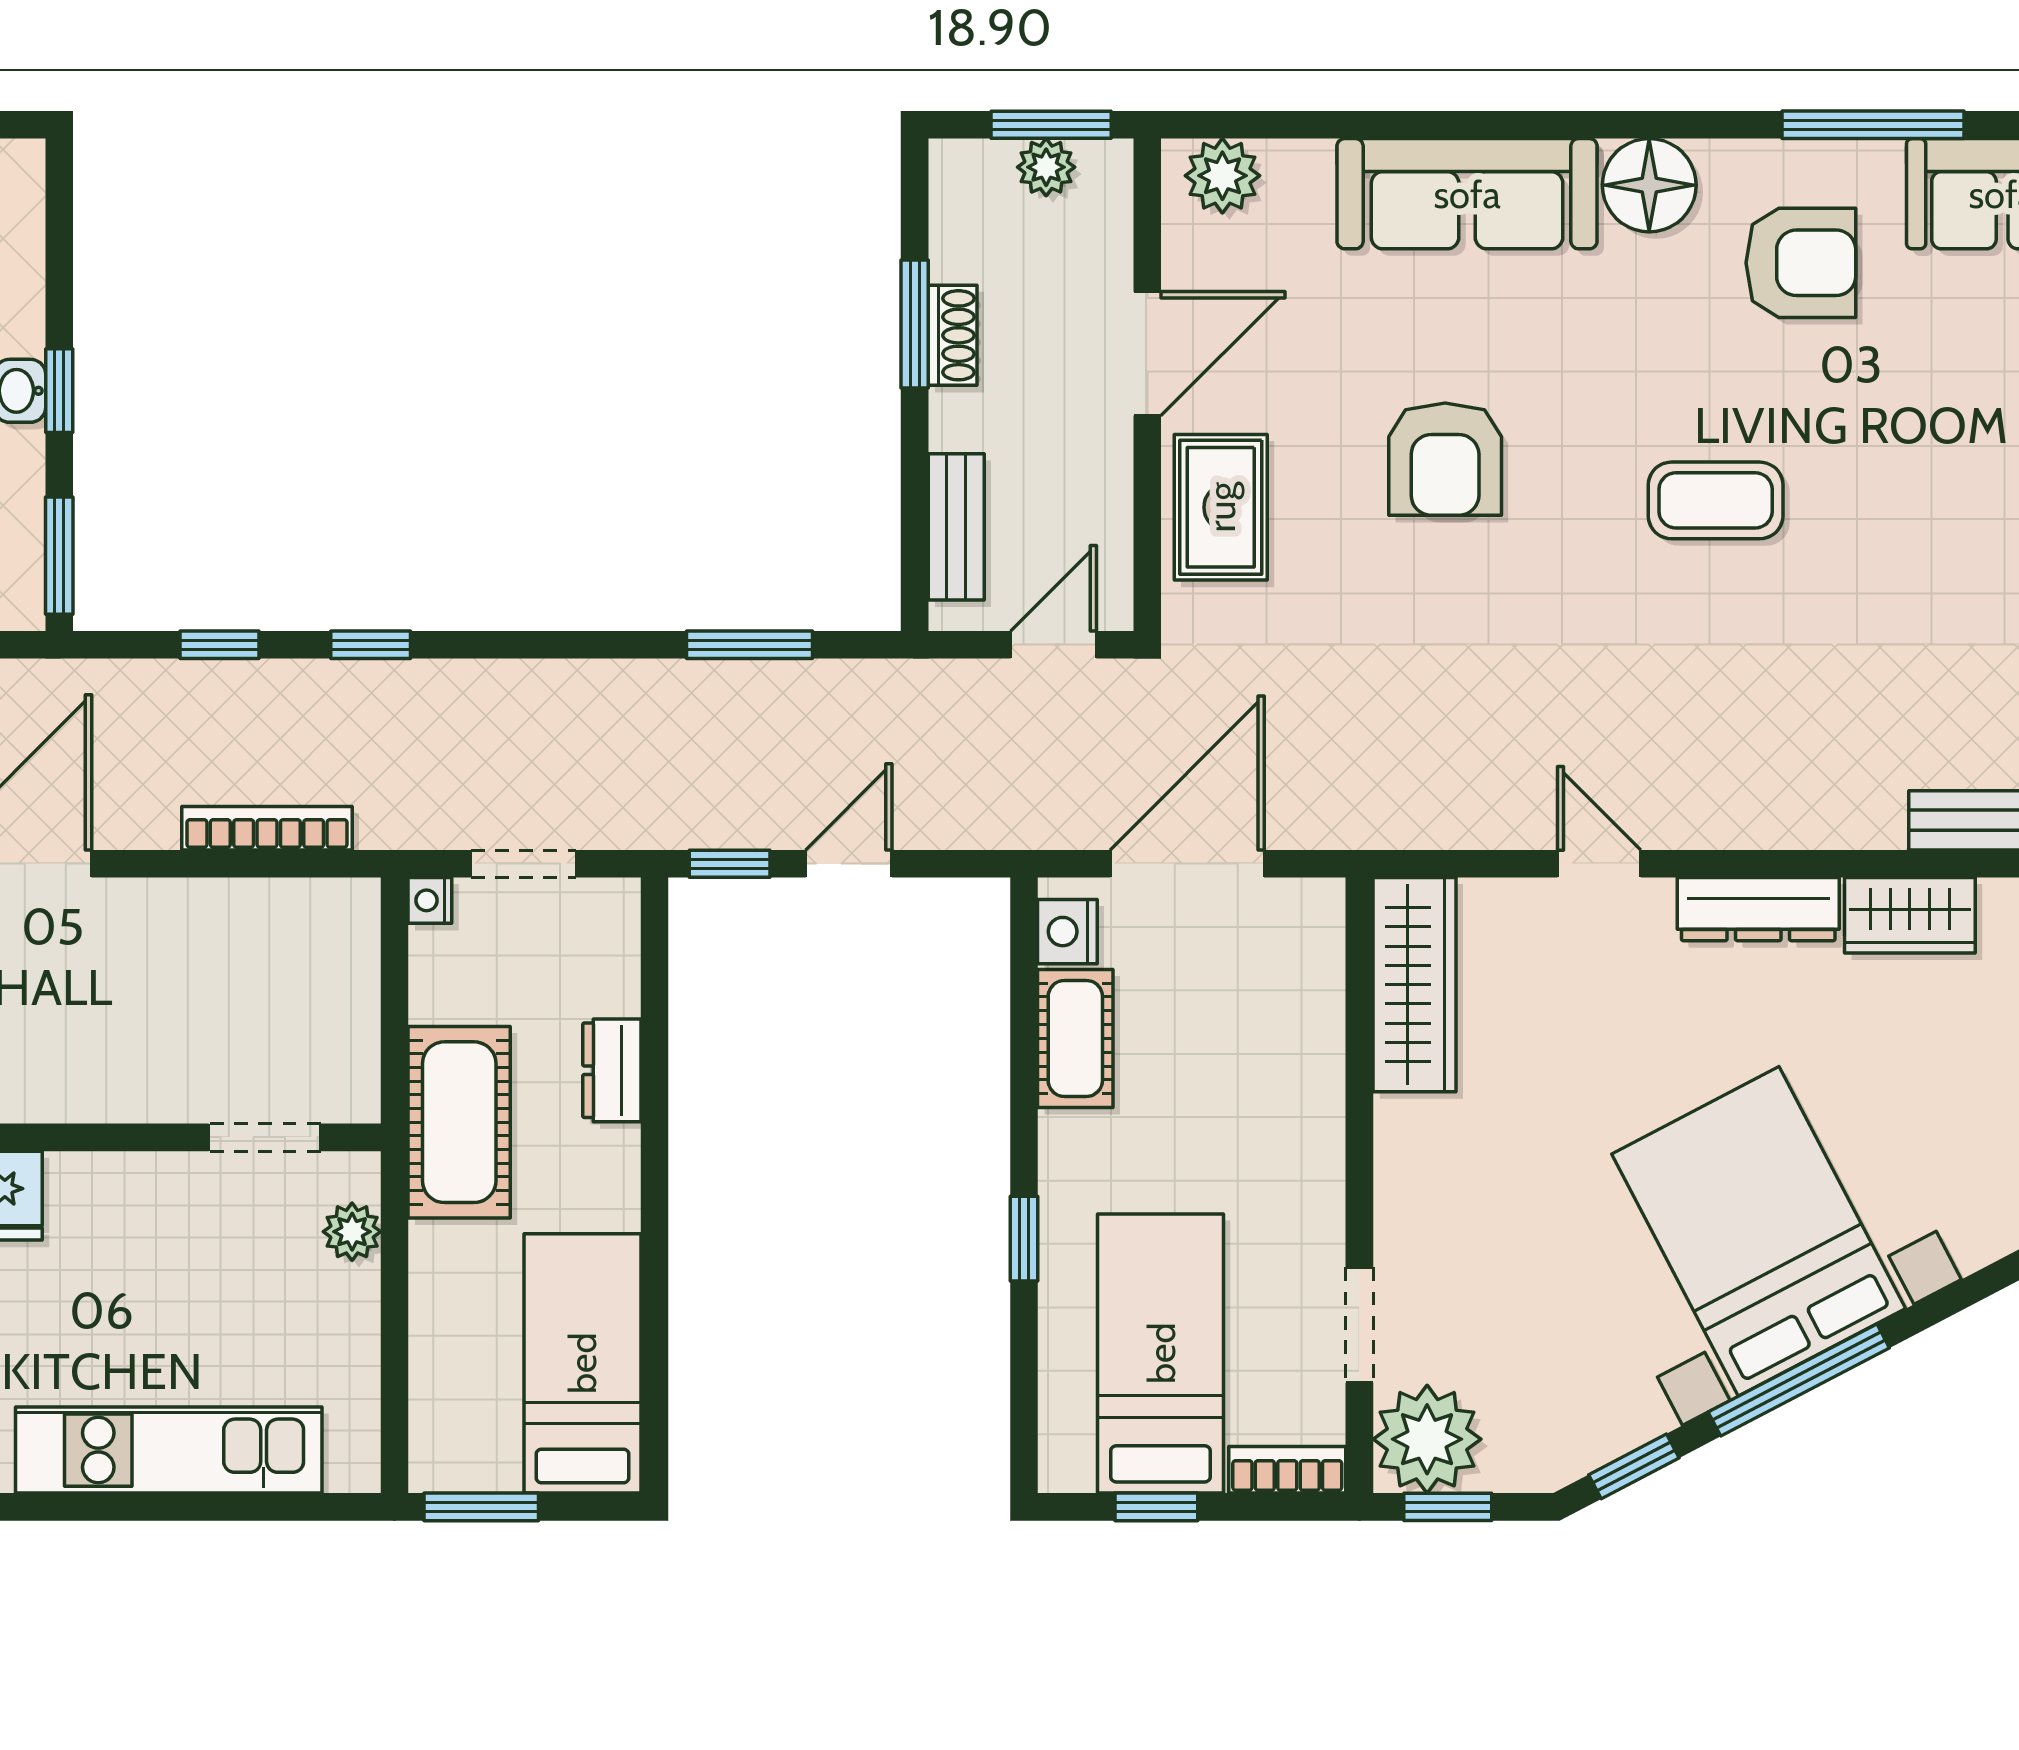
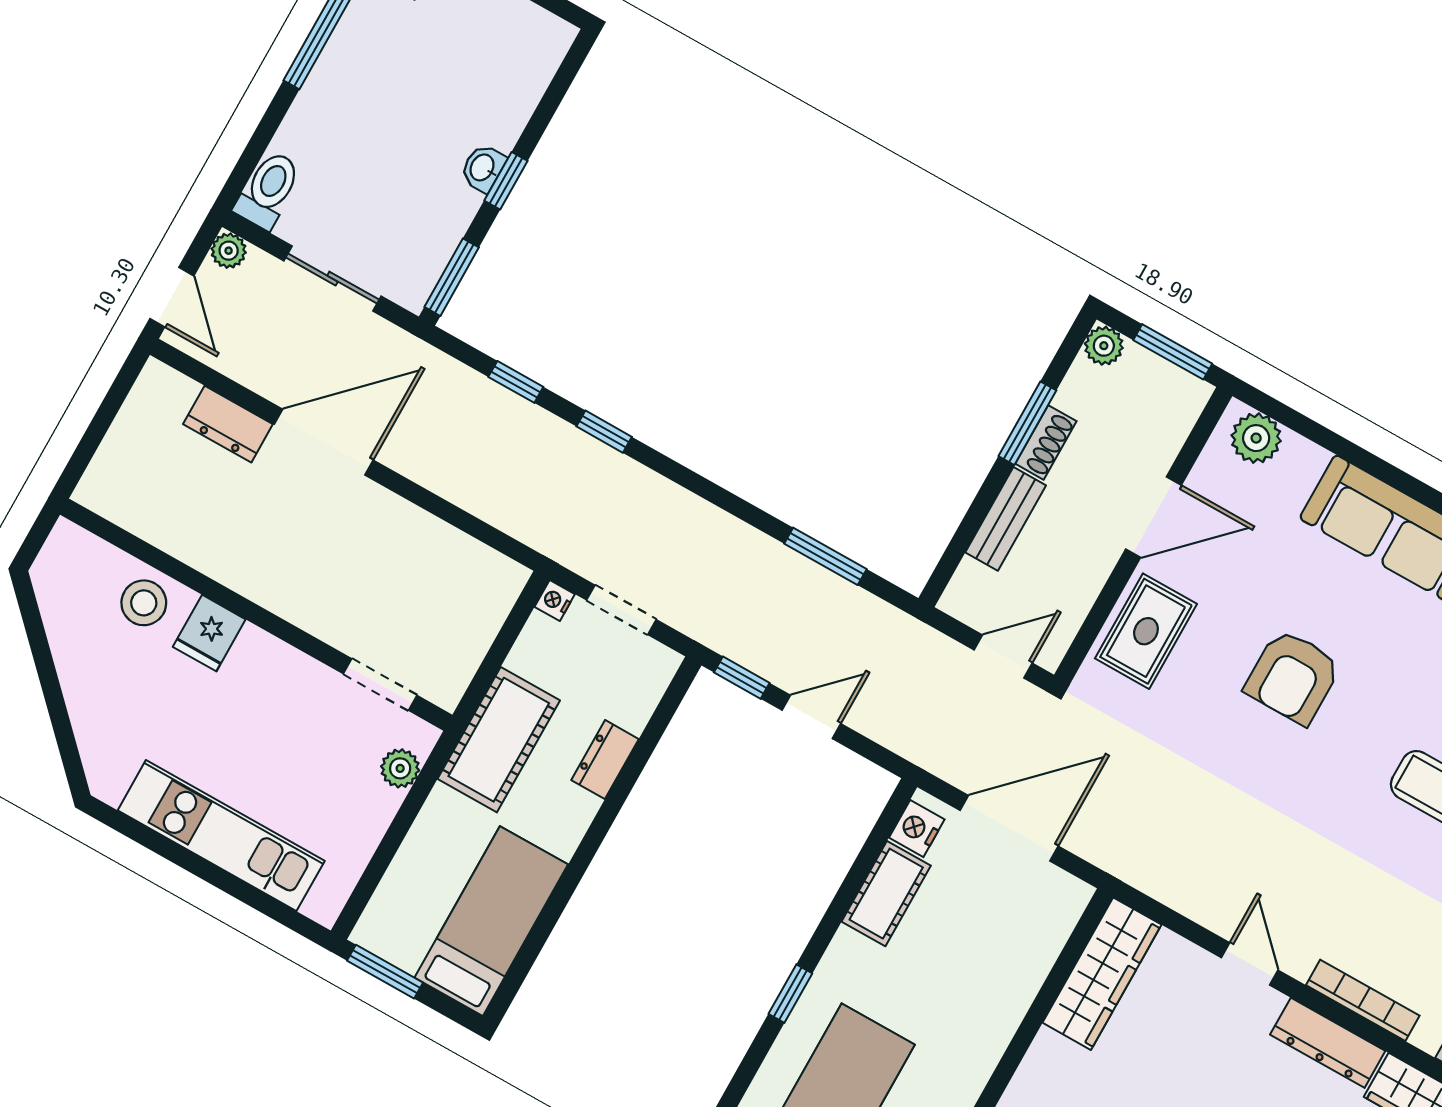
plant: (1046, 167) -> (1104, 346), moved
bench: (956, 527) -> (1006, 519), moved
bookcase: (267, 828) -> (1363, 1000), moved

